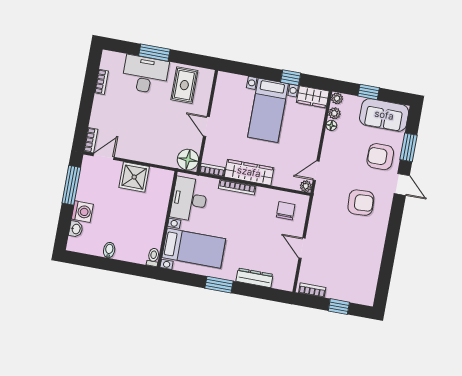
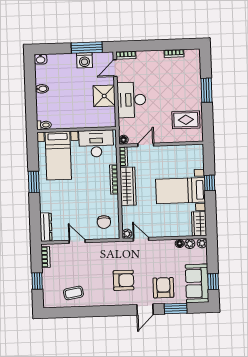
desk: (145, 75) -> (131, 100), moved, turned 180
window: (291, 78) -> (210, 183), moved
window: (369, 92) -> (213, 282), moved
door: (206, 126) -> (146, 145), moved
door: (104, 156) -> (115, 68), swing flipped
floor lamp: (188, 160) -> (123, 140), width x0.53, depth x0.53
armchair: (361, 203) -> (124, 280), turned -87
chair: (286, 211) -> (104, 222), turned 90
washing machine: (82, 212) -> (84, 60), moved
washbasin: (76, 229) -> (41, 59), moved
door: (302, 248) -> (77, 241), hinge flipped
coffee table: (363, 266) -> (73, 293), added
dresser: (255, 278) -> (46, 227), moved

